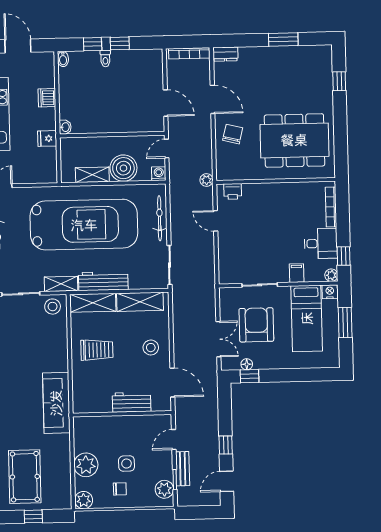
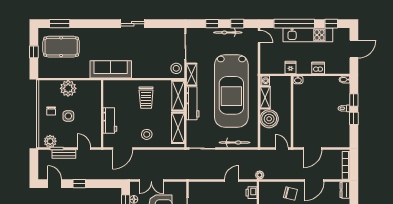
washing machine: (159, 174) -> (265, 81), moved
plant: (84, 500) -> (44, 86), removed

